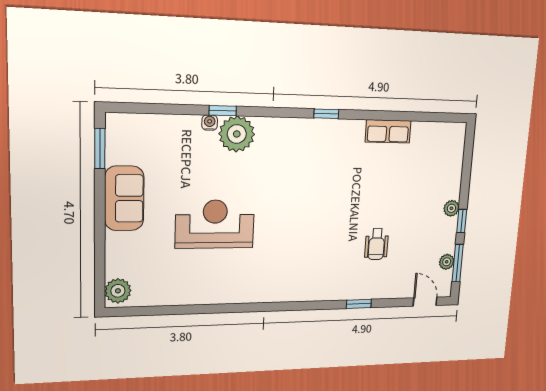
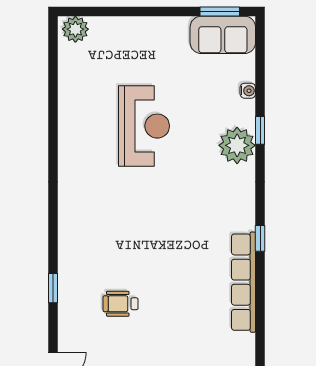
water cooler: (210, 123) -> (248, 91), moved
row of seats: (388, 131) -> (244, 282), width x2.02
sofa: (124, 198) -> (223, 35), moved

